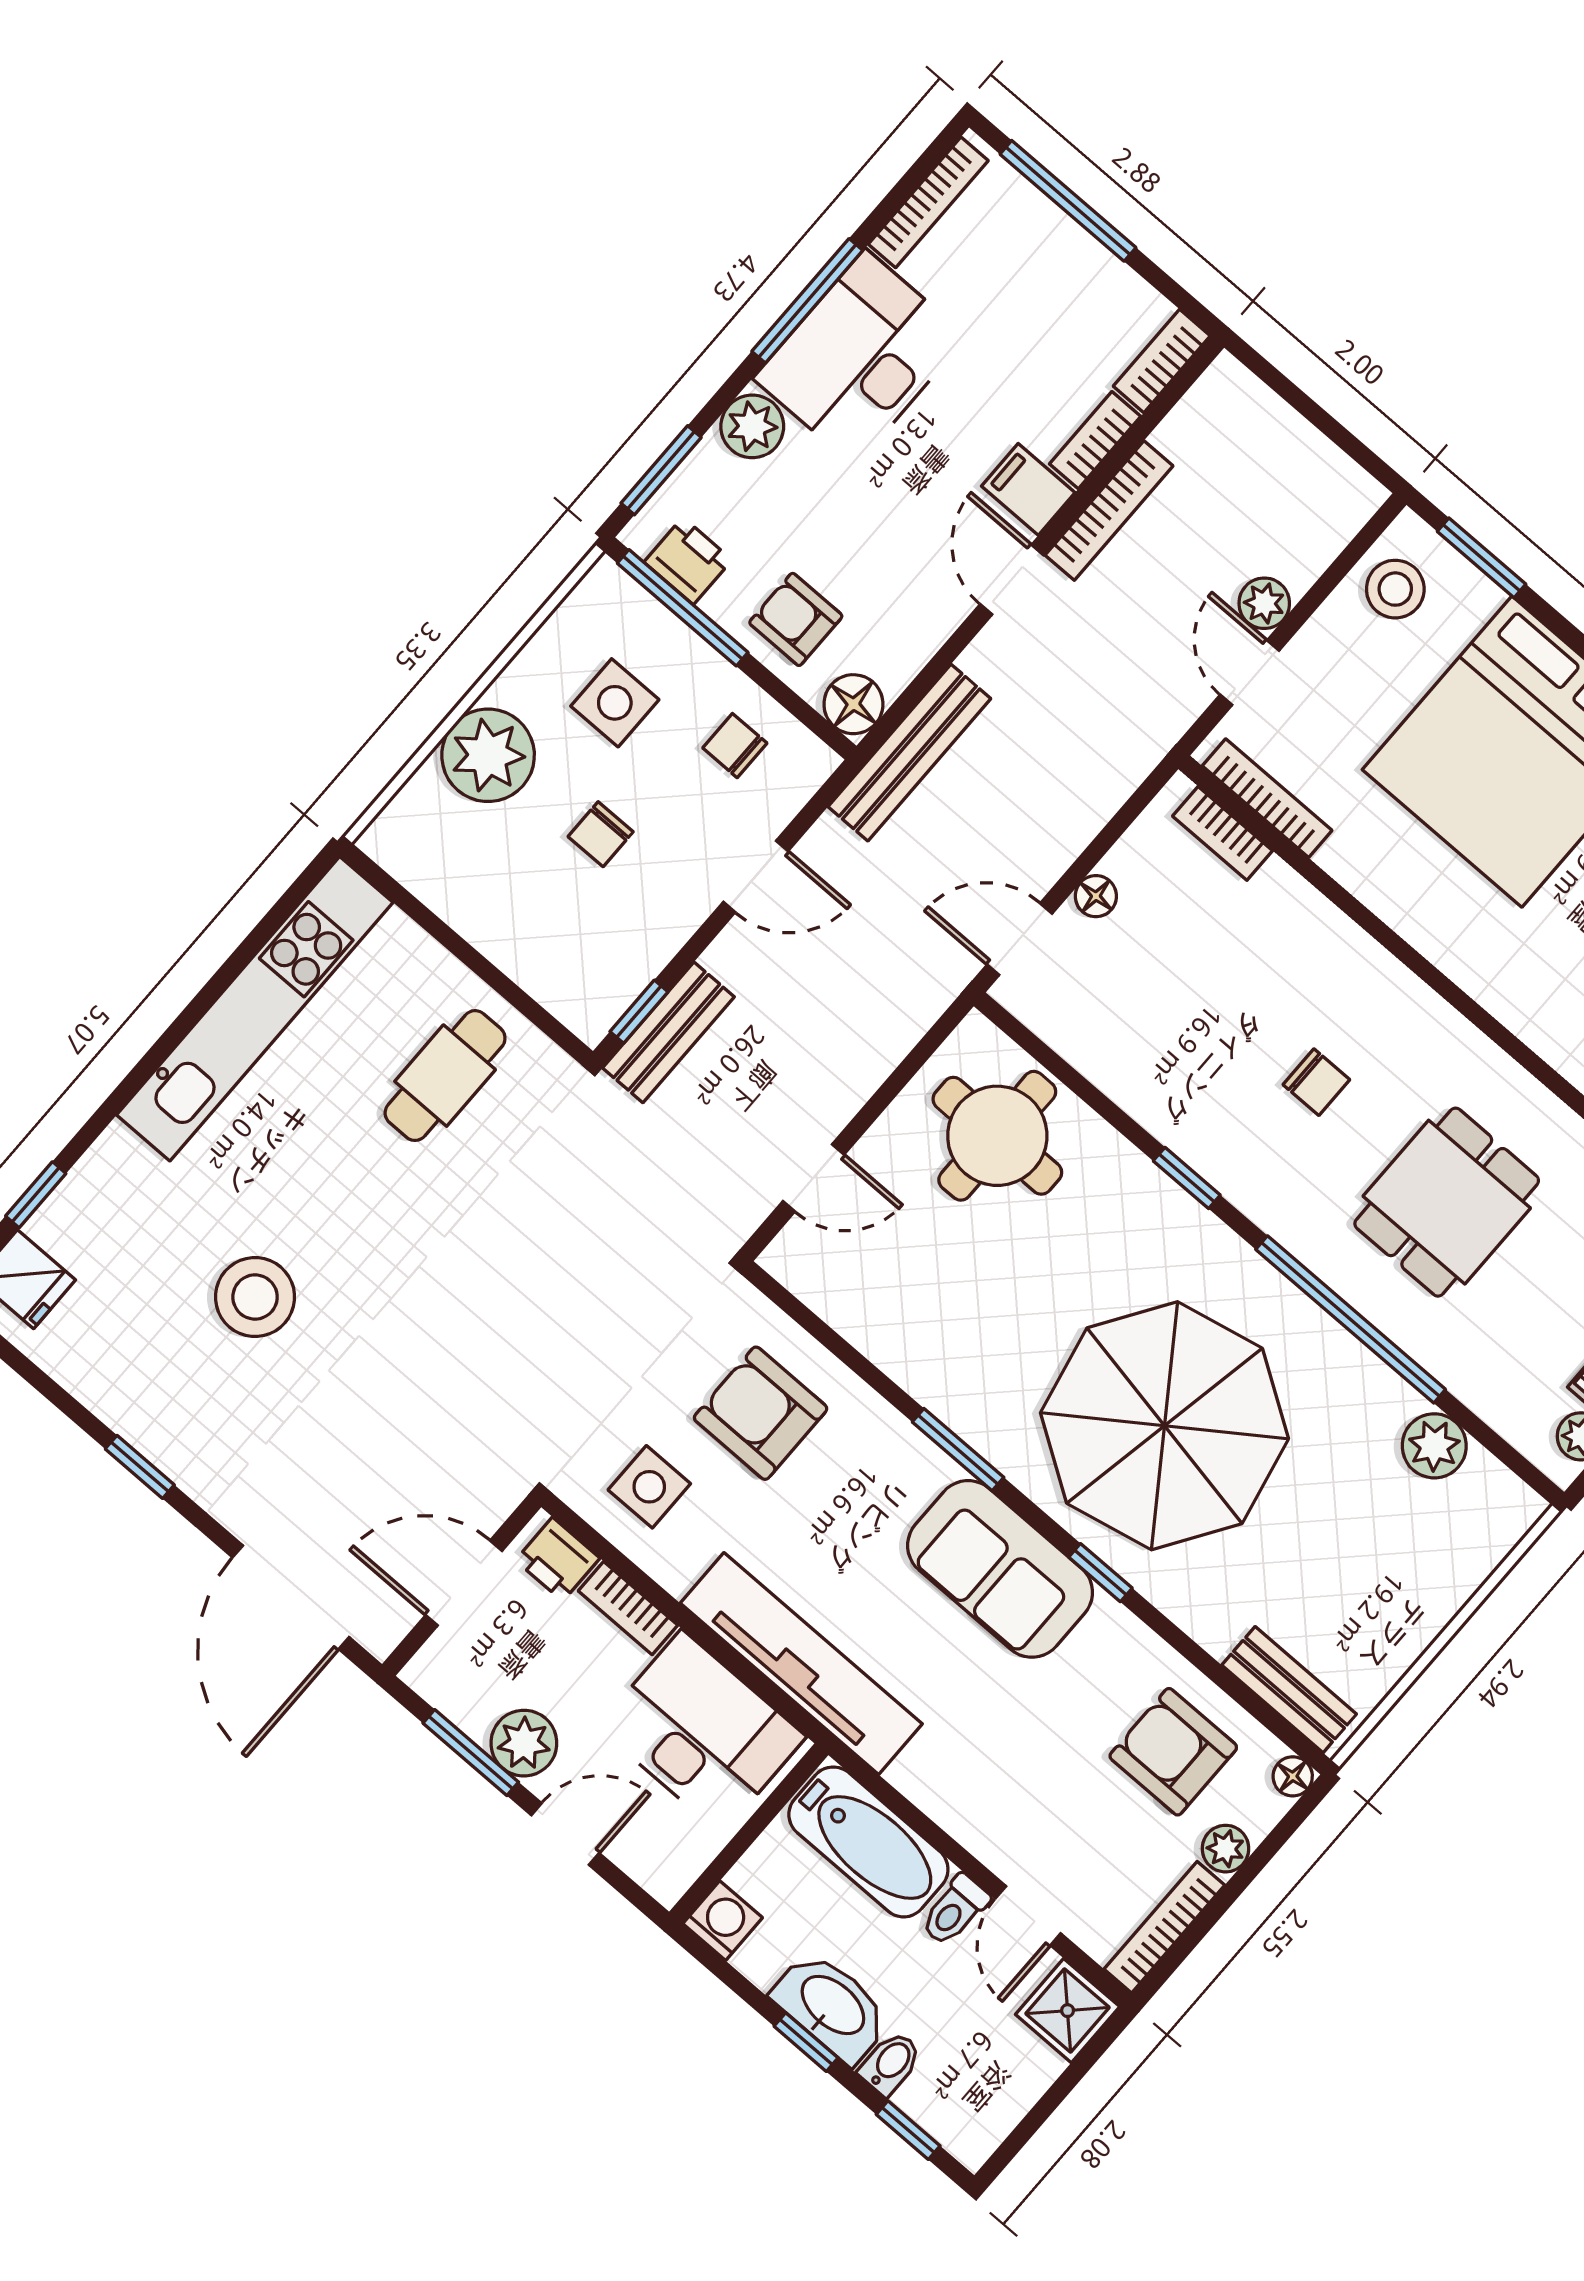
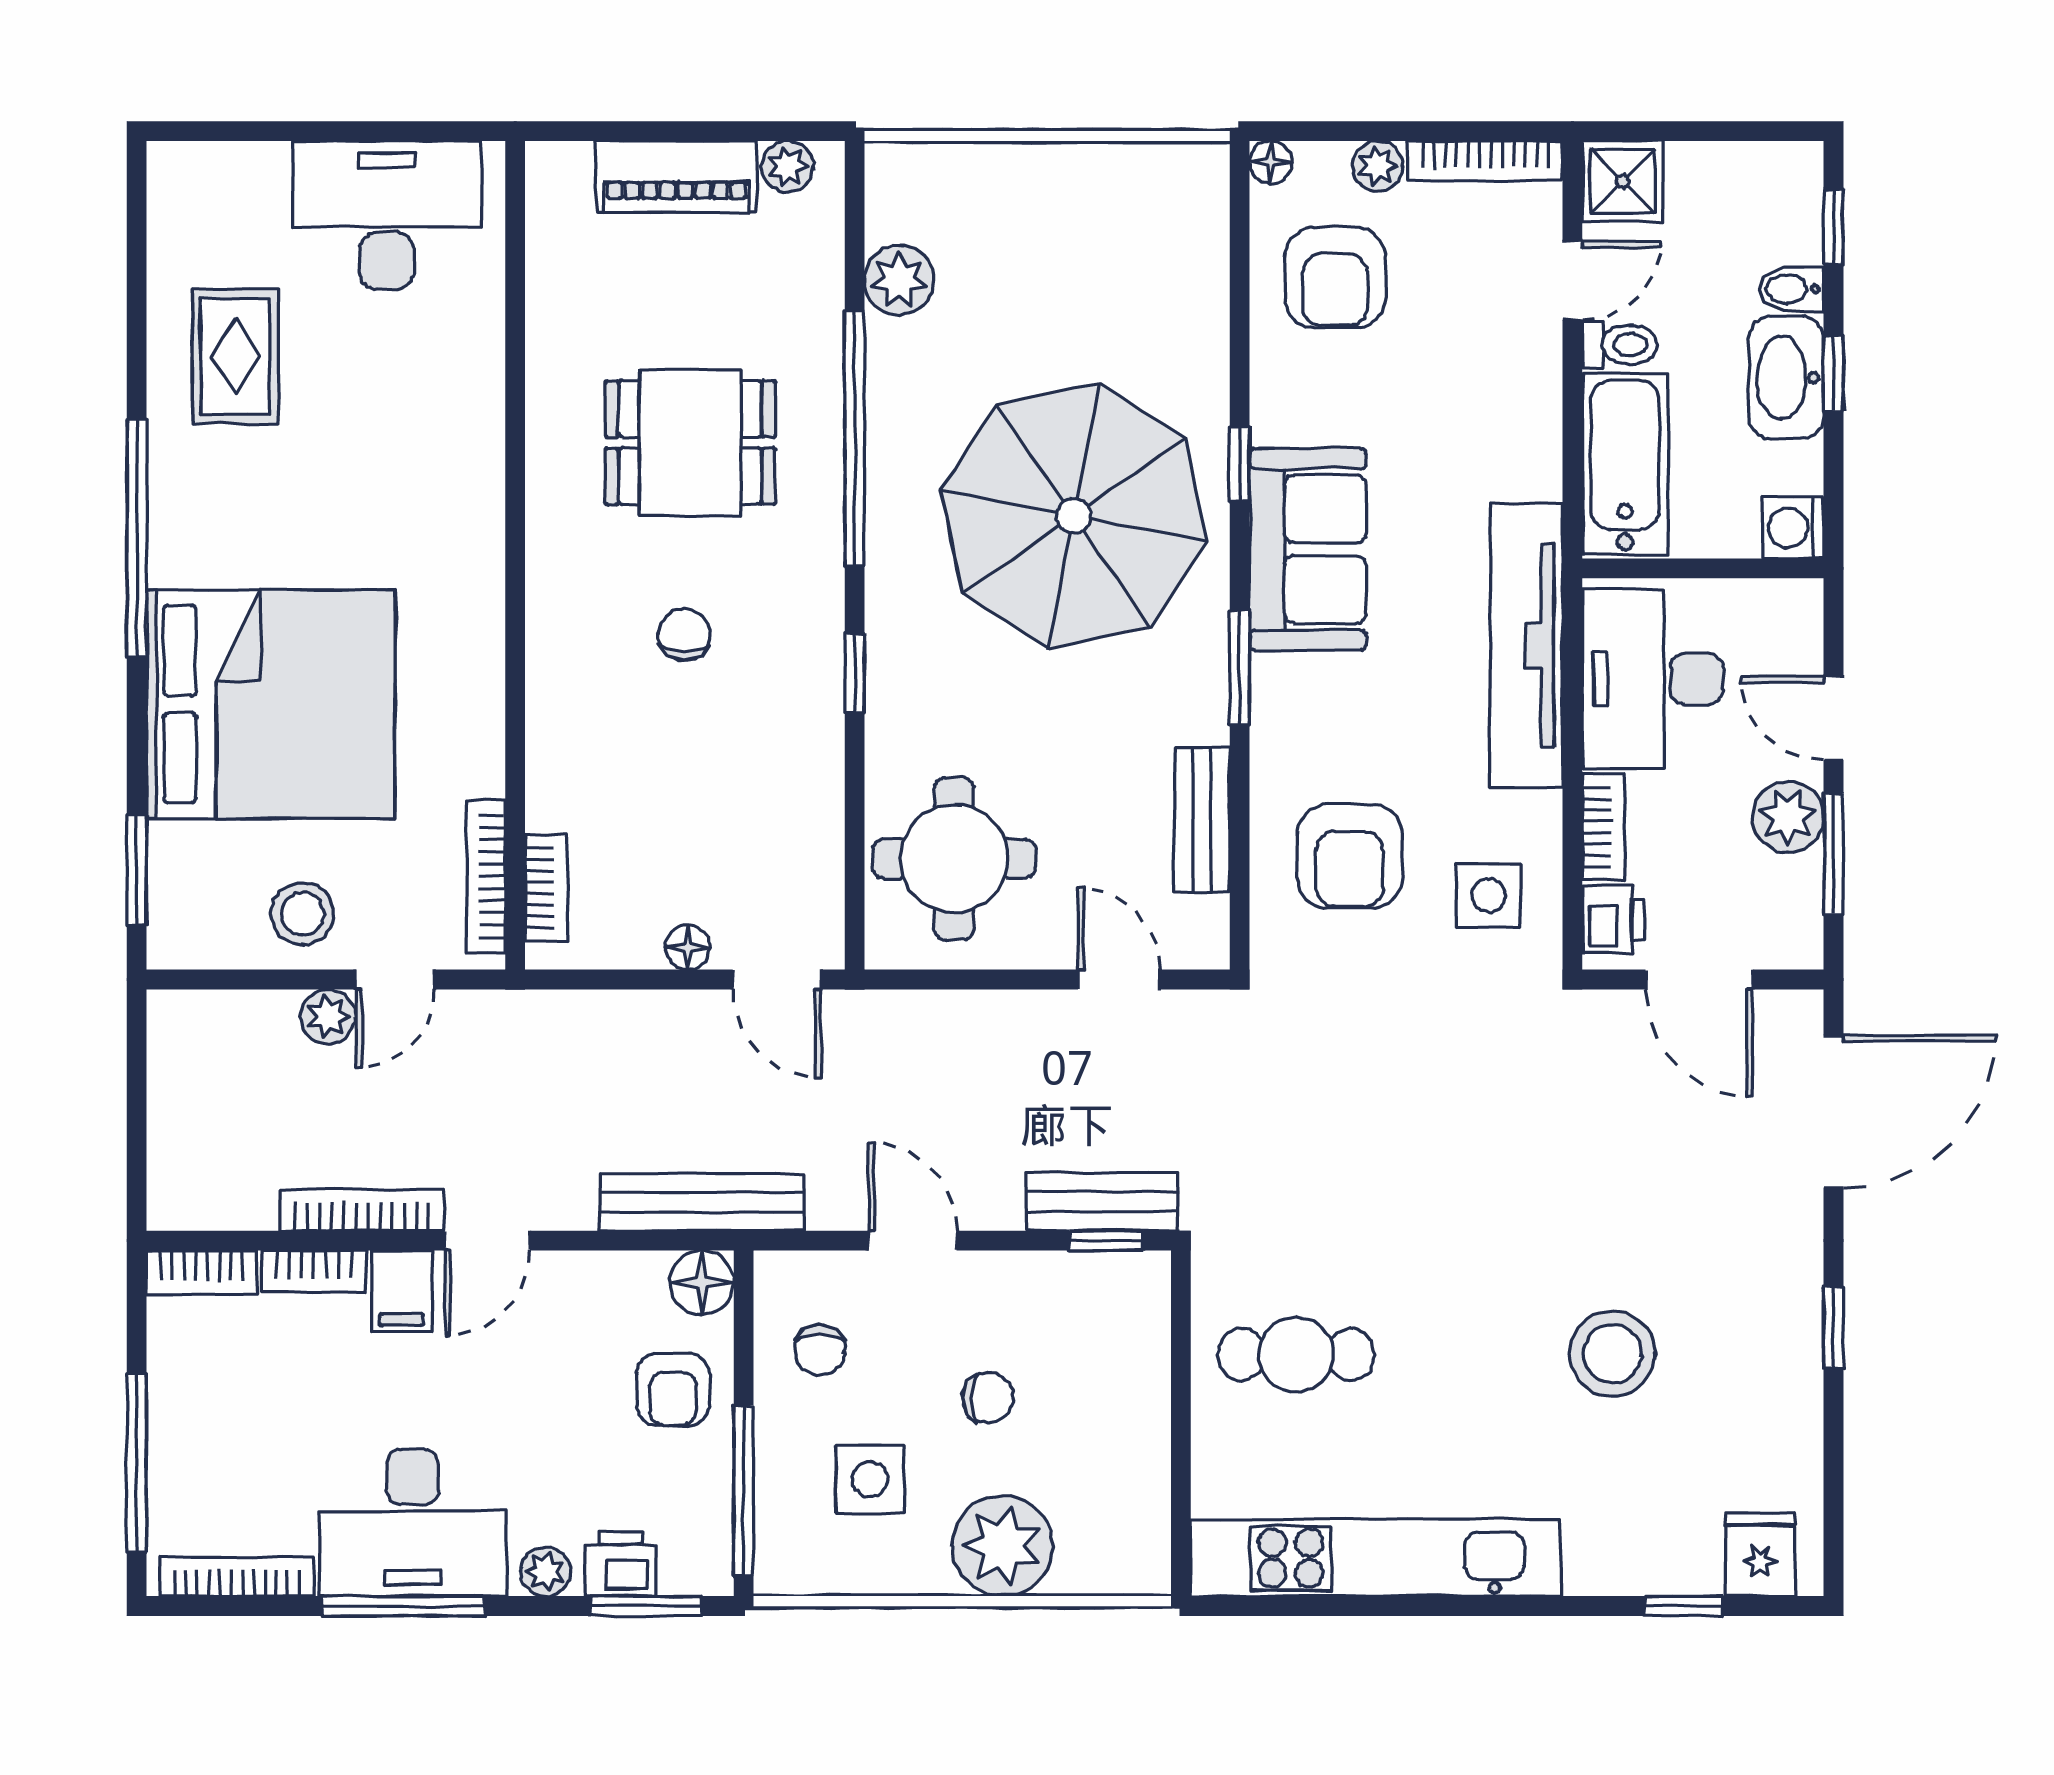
plant: (752, 426) -> (546, 1571), width x0.73, depth x0.73
printer: (688, 561) -> (620, 1564), moved, turned 90
stool: (1395, 589) -> (303, 914), moved
bench: (1289, 1690) -> (1202, 820), moved

